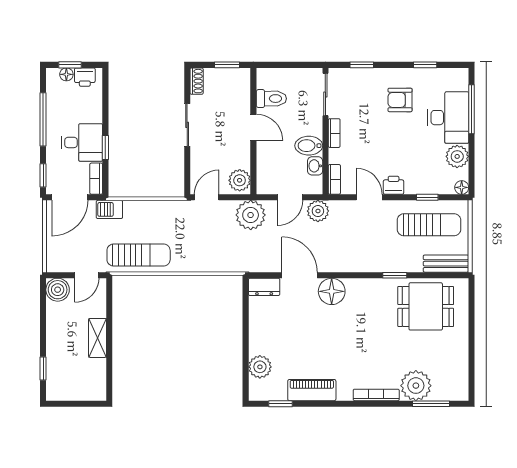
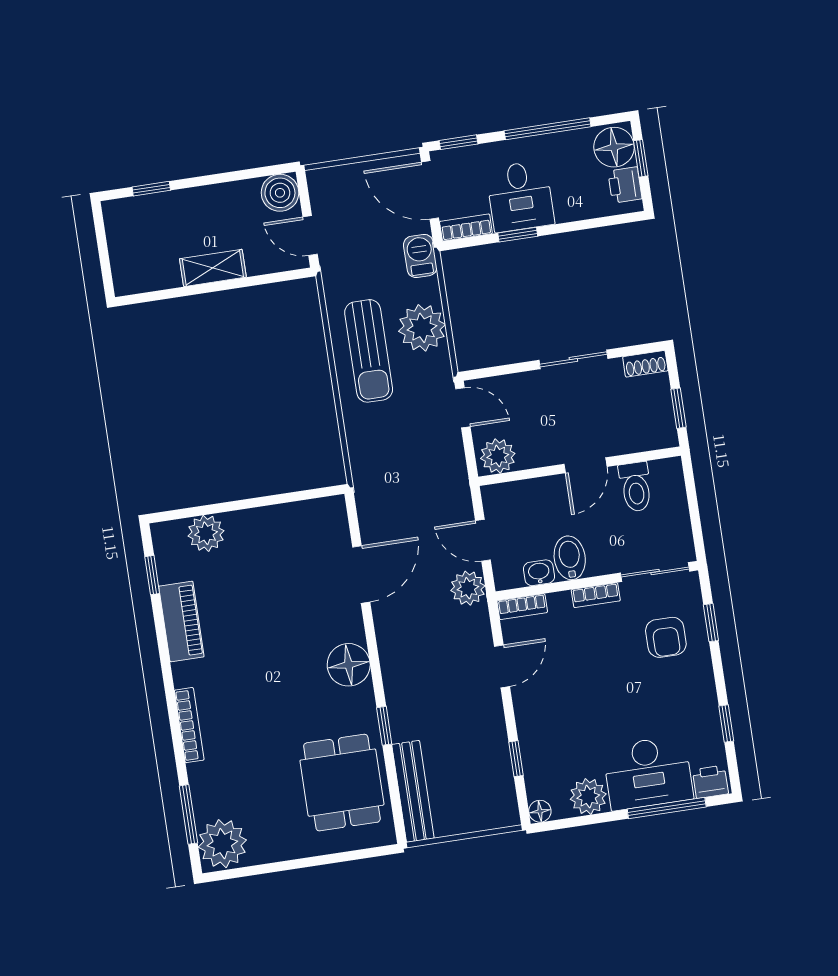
floor lamp: (66, 74) -> (614, 147), width x1.89, depth x1.89
armchair: (400, 100) -> (666, 637), moved, turned 180
printer: (394, 185) -> (710, 782), moved, turned -90
plant: (251, 215) -> (422, 328), moved
sun lounger: (429, 225) -> (473, 768), removed
sun lounger: (139, 255) -> (369, 351), moved
bench: (446, 264) -> (413, 791), width x1.36
dresser: (264, 287) -> (334, 521), removed
floor lamp: (332, 291) -> (349, 665), moved
plant: (416, 386) -> (222, 844), moved

